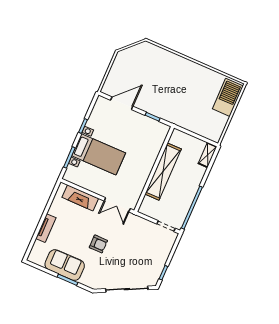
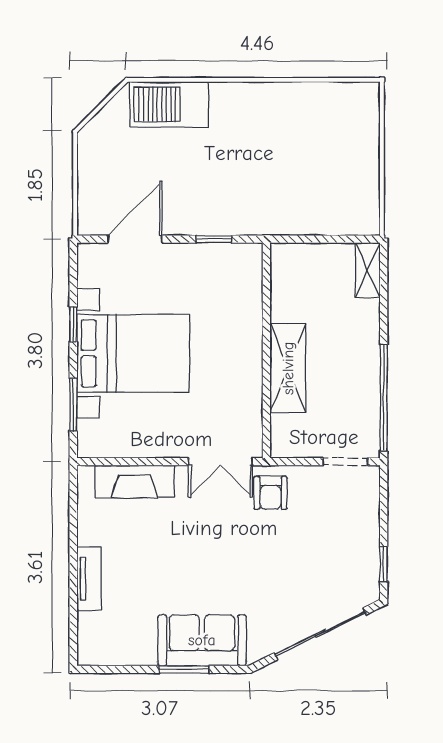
barbecue: (228, 97) -> (169, 104), moved, turned -90
bed with nightstands: (99, 154) -> (133, 353), width x1.36
shelving: (163, 172) -> (288, 368), width x0.68
armchair: (98, 244) -> (270, 493), moved, turned 90
sofa: (65, 265) -> (202, 640), moved

